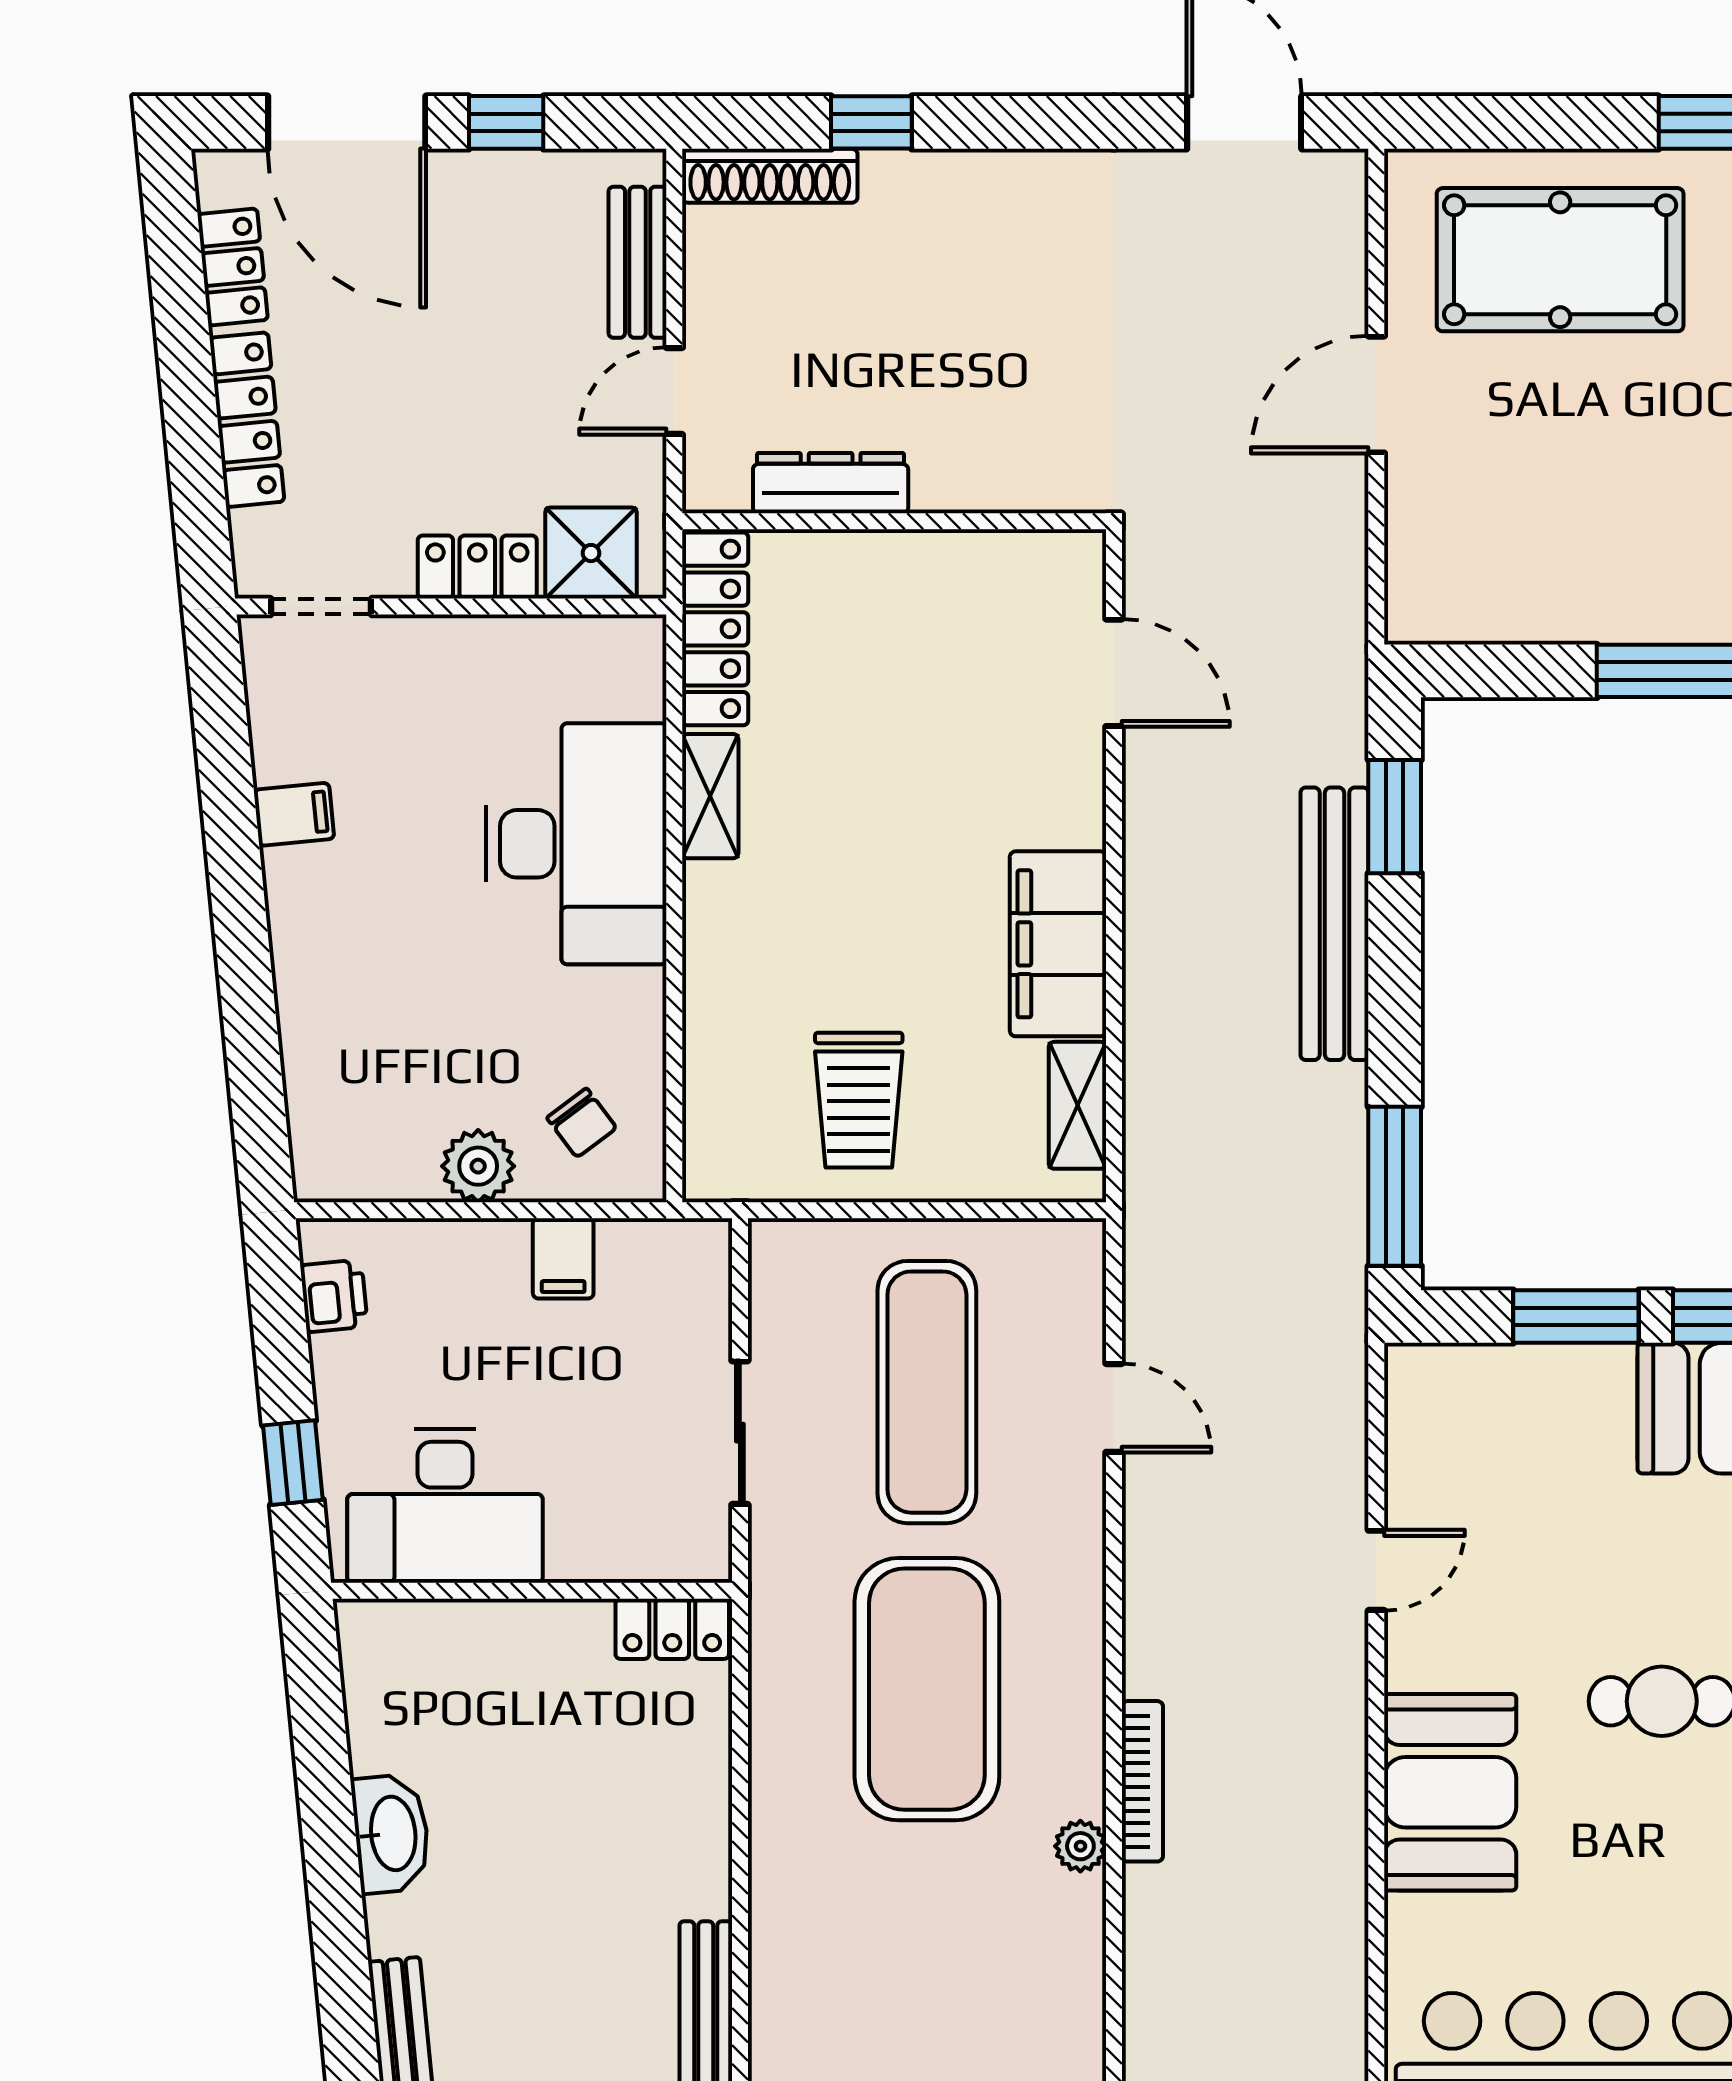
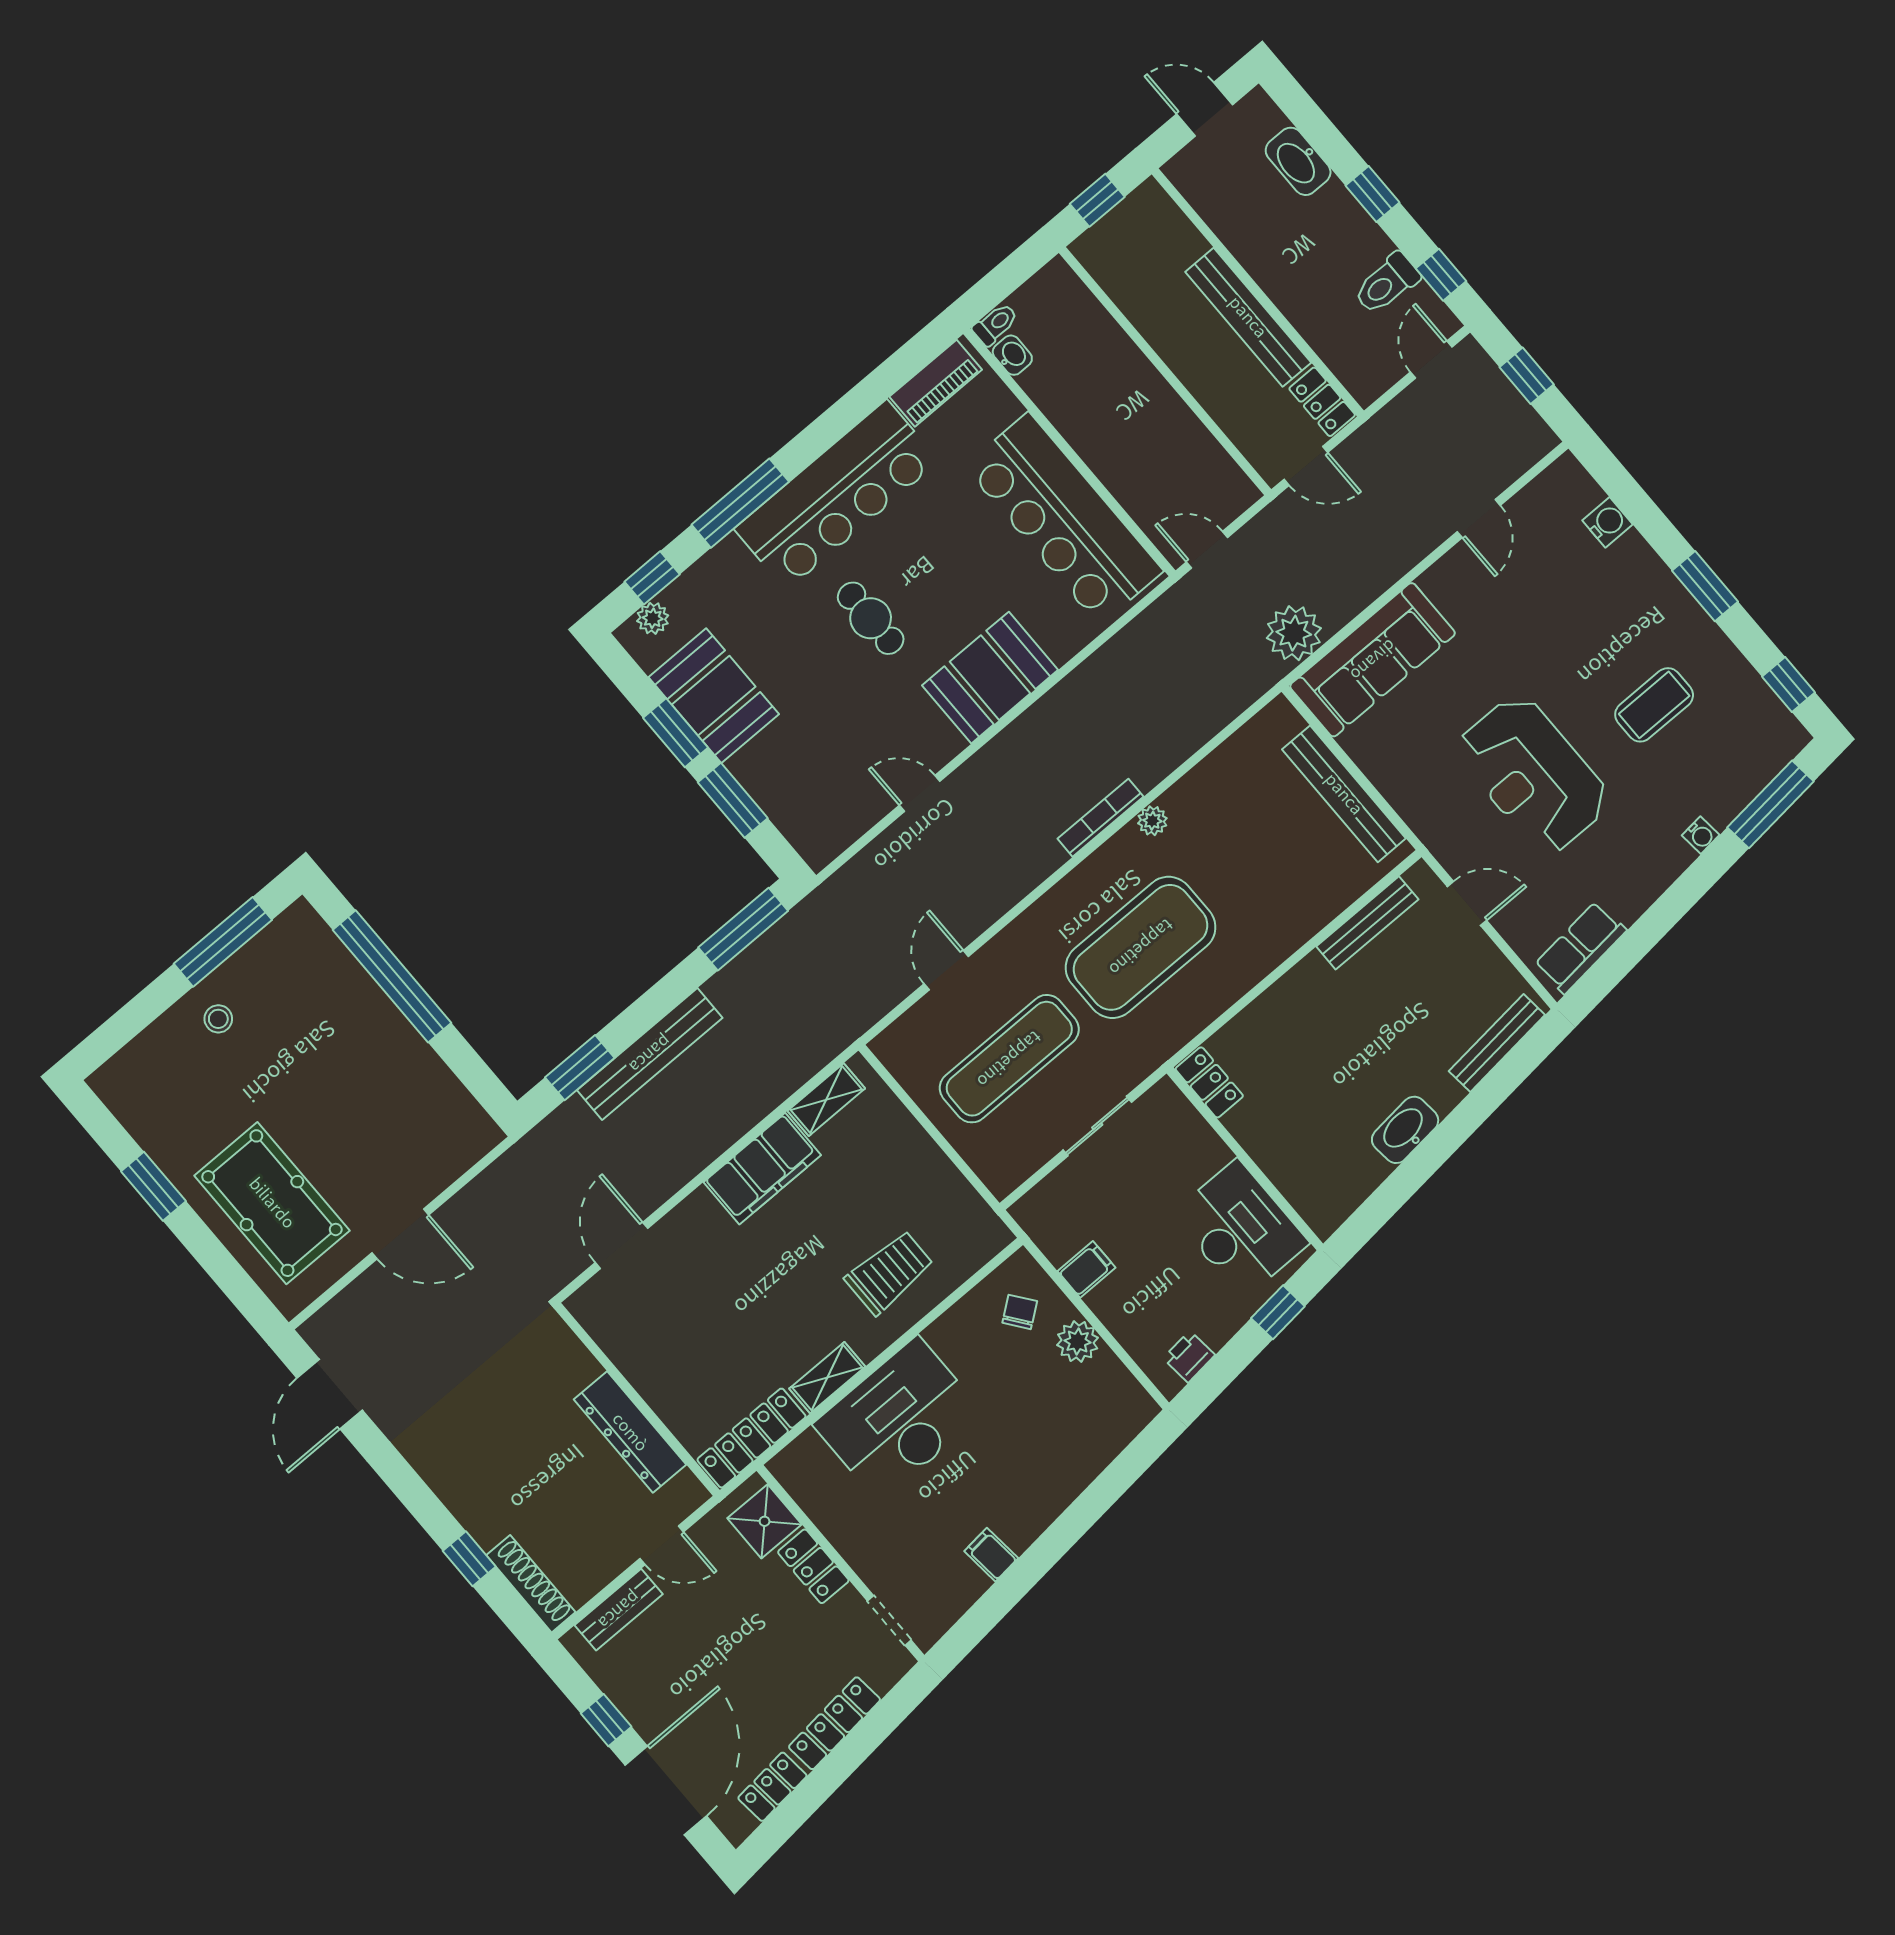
dresser: (831, 483) -> (630, 1432), width x1.37, depth x1.24
trolley: (859, 1100) -> (889, 1272), moved

